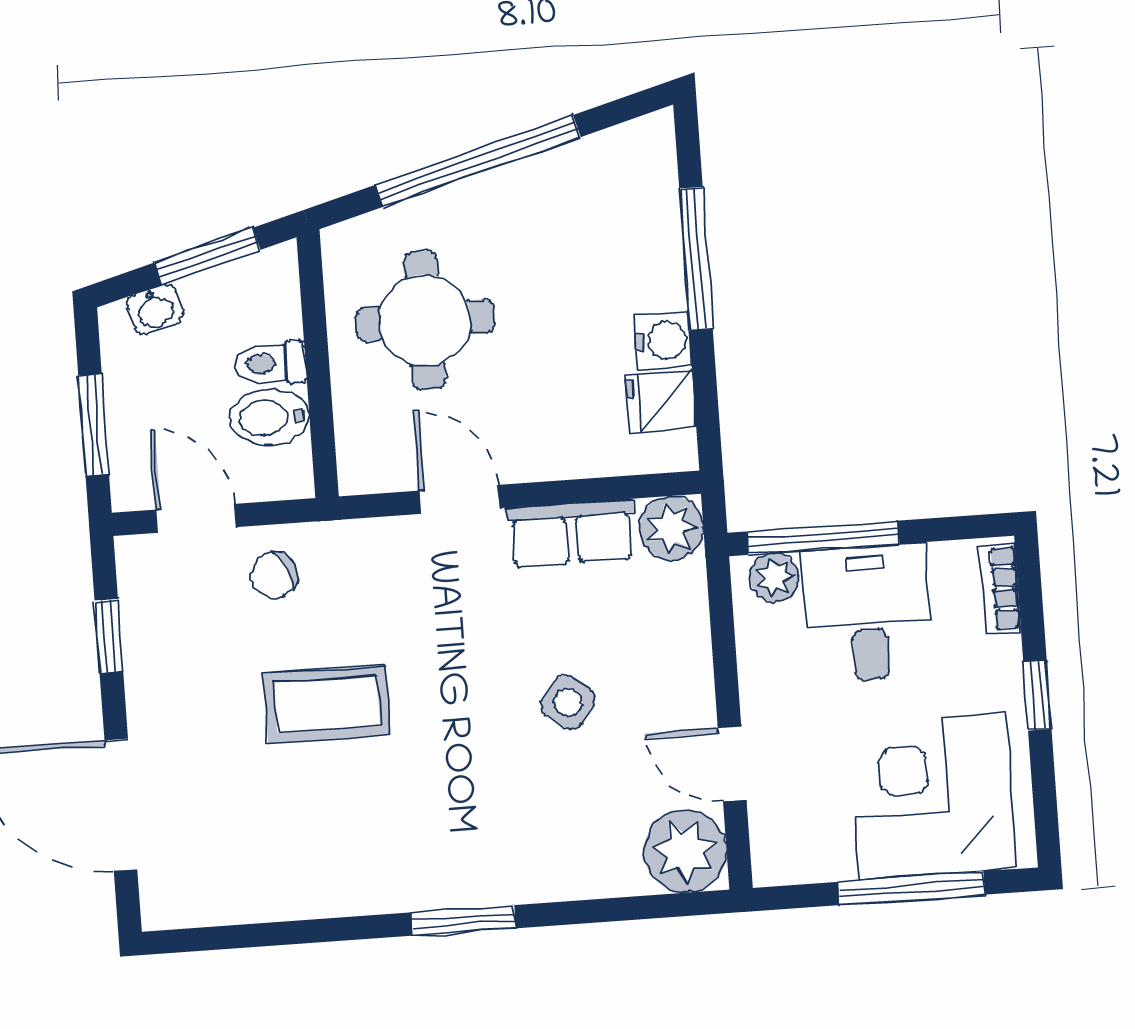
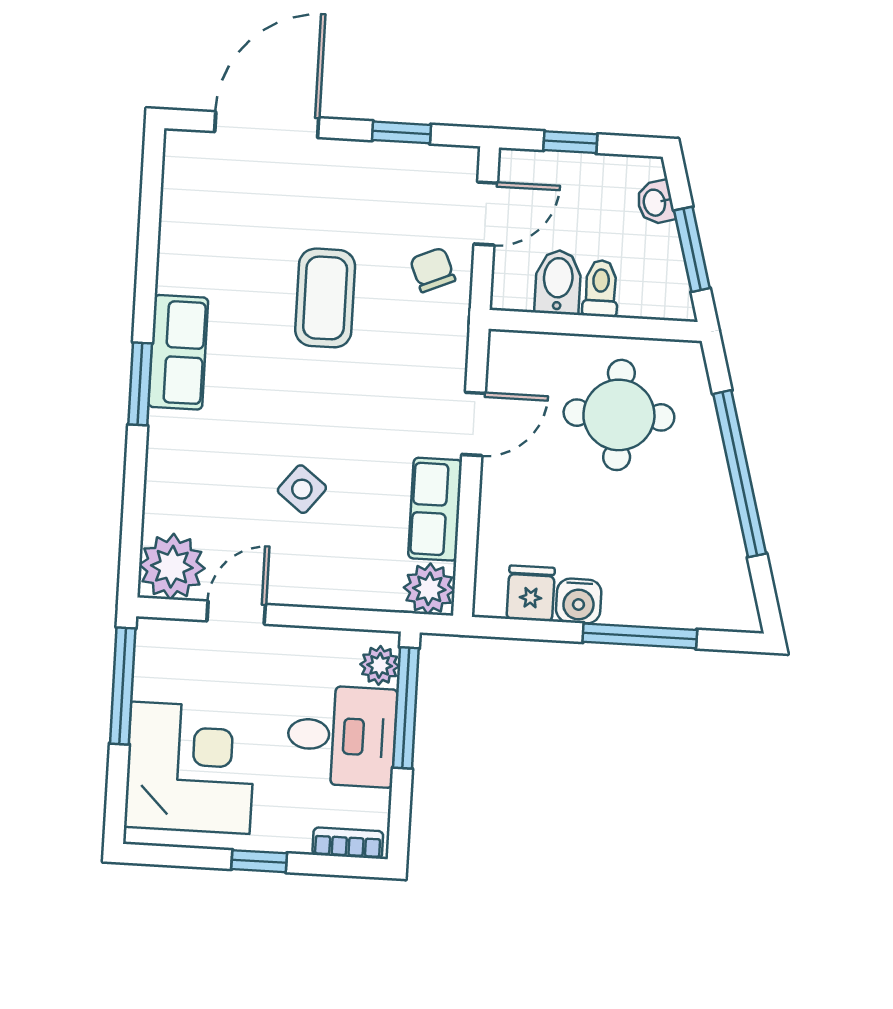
window: (94, 425) -> (570, 142), width x0.67
row of seats: (418, 878) -> (178, 352), added
window: (911, 888) -> (123, 686), moved

